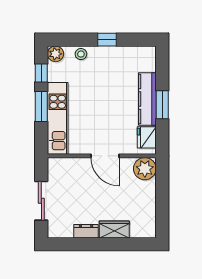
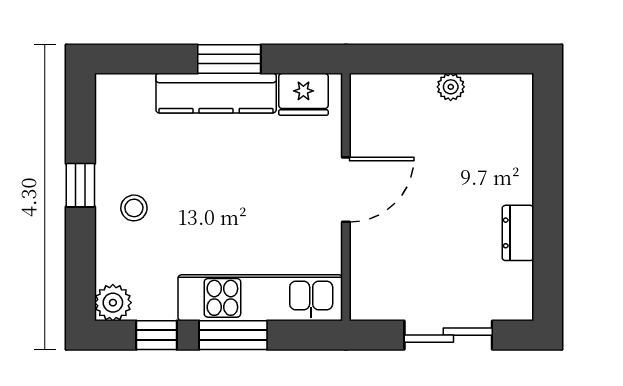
stool: (81, 54) -> (134, 208), moved
plant: (145, 169) -> (451, 87), moved, width x0.53, depth x0.53
wardrobe: (114, 229) -> (514, 168), removed

